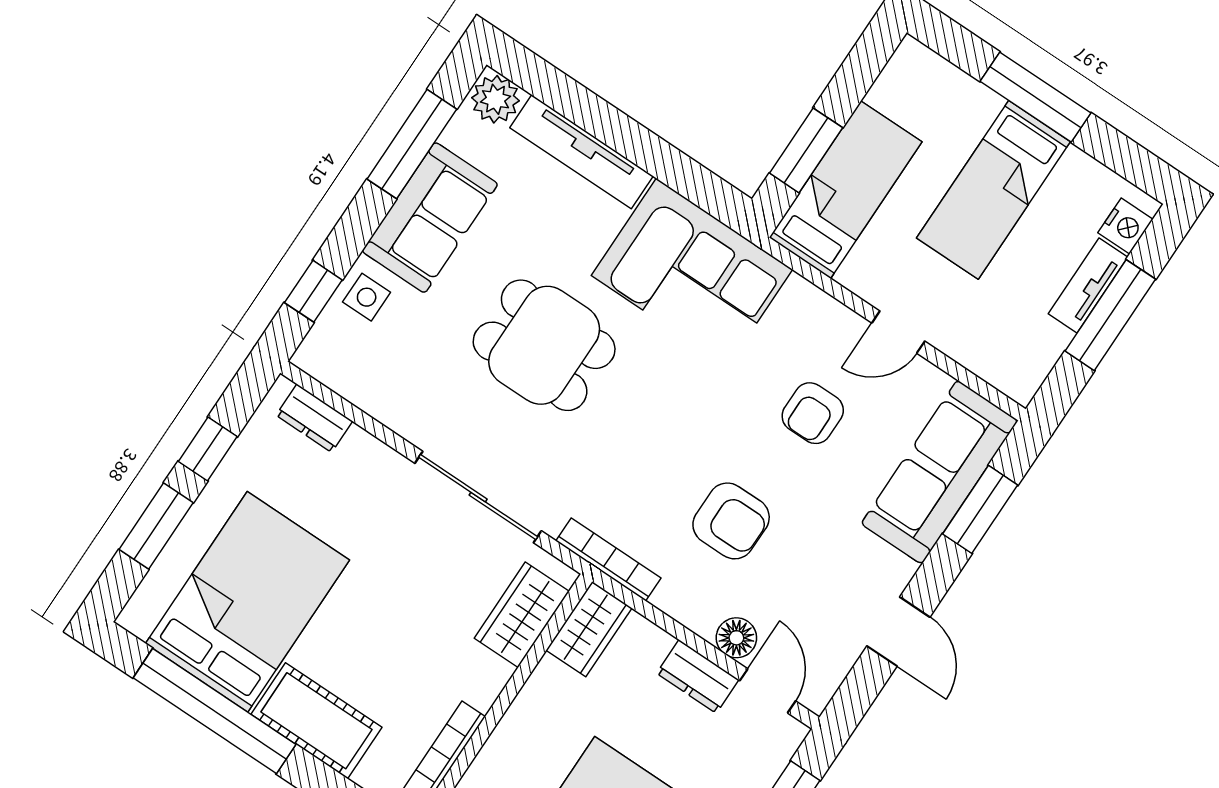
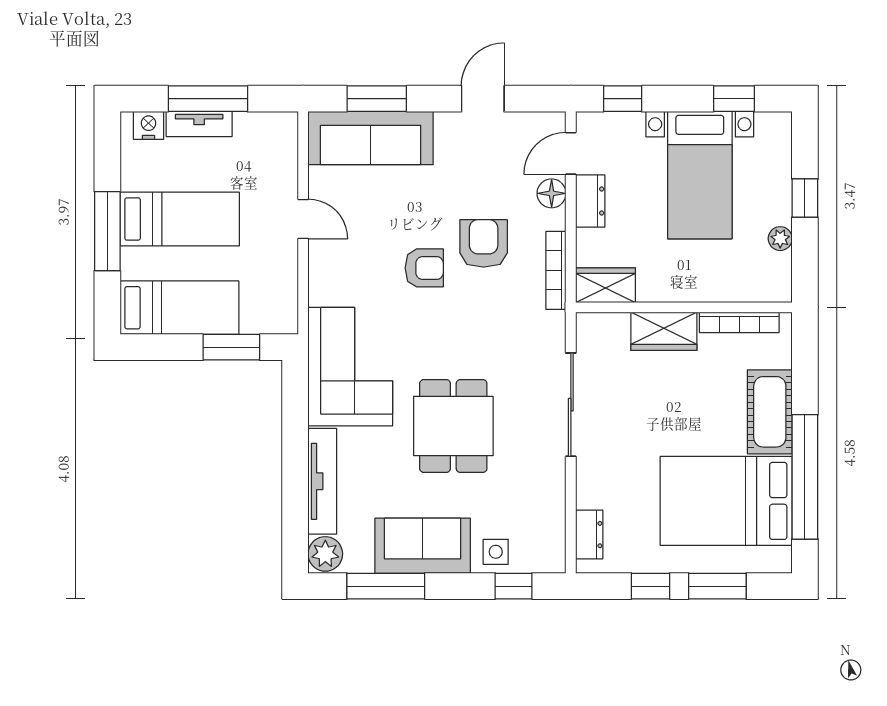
bed: (846, 190) -> (179, 308), moved, turned 180
armchair: (813, 413) -> (424, 268), moved
bookcase: (608, 560) -> (556, 270), moved
wardrobe: (522, 615) -> (664, 331), moved

